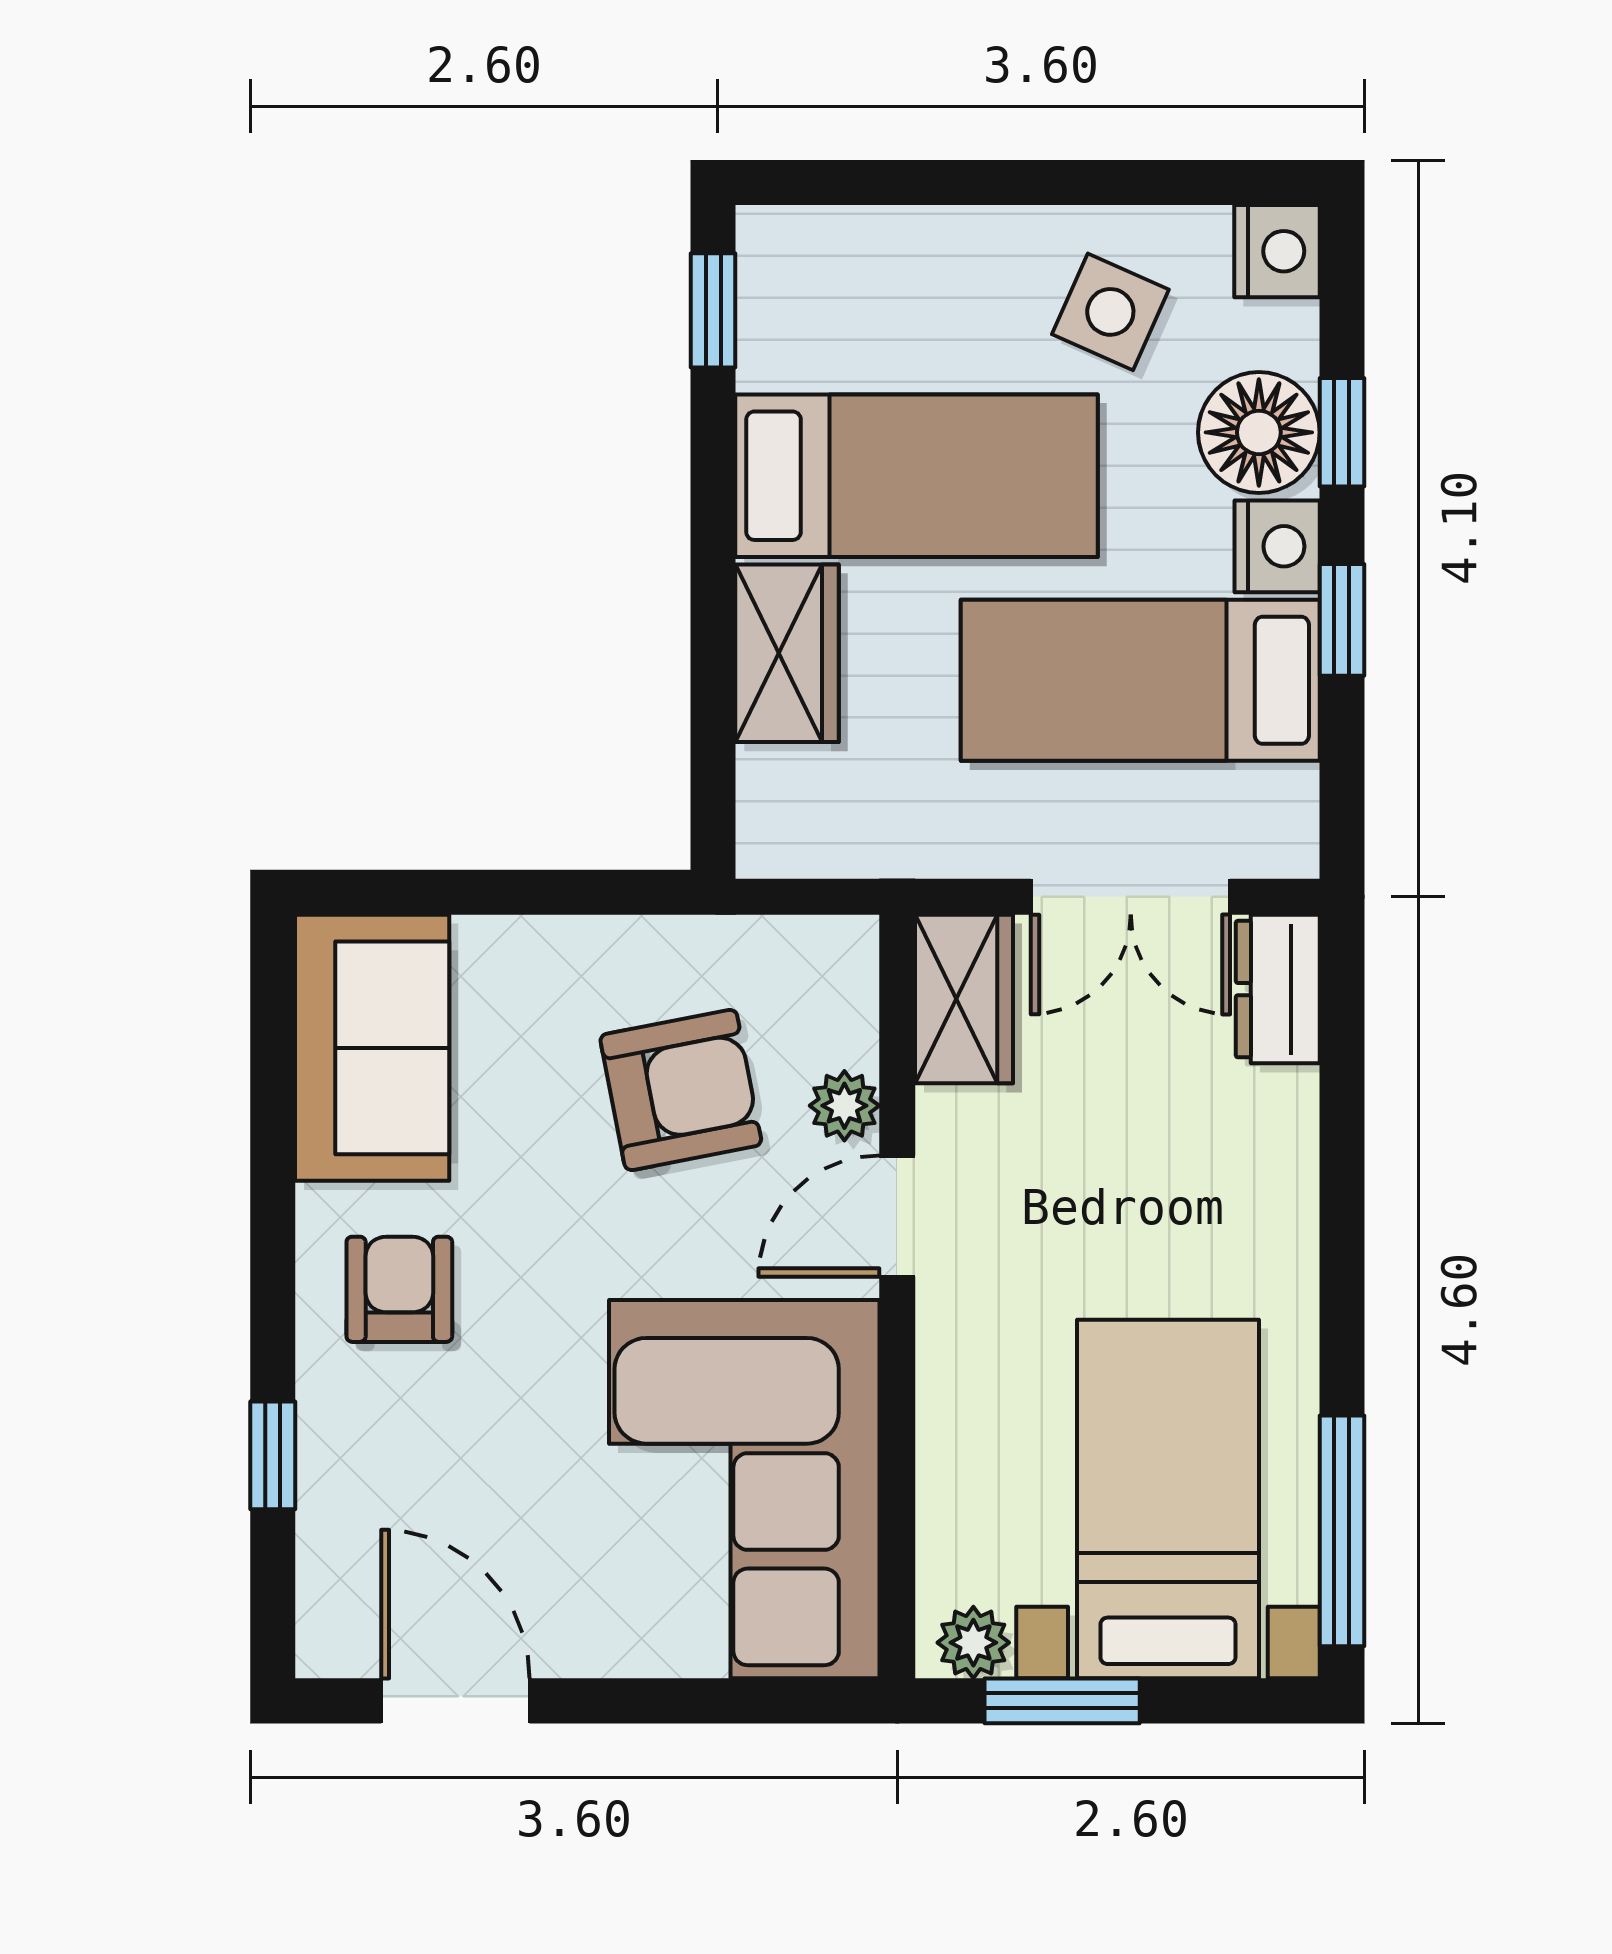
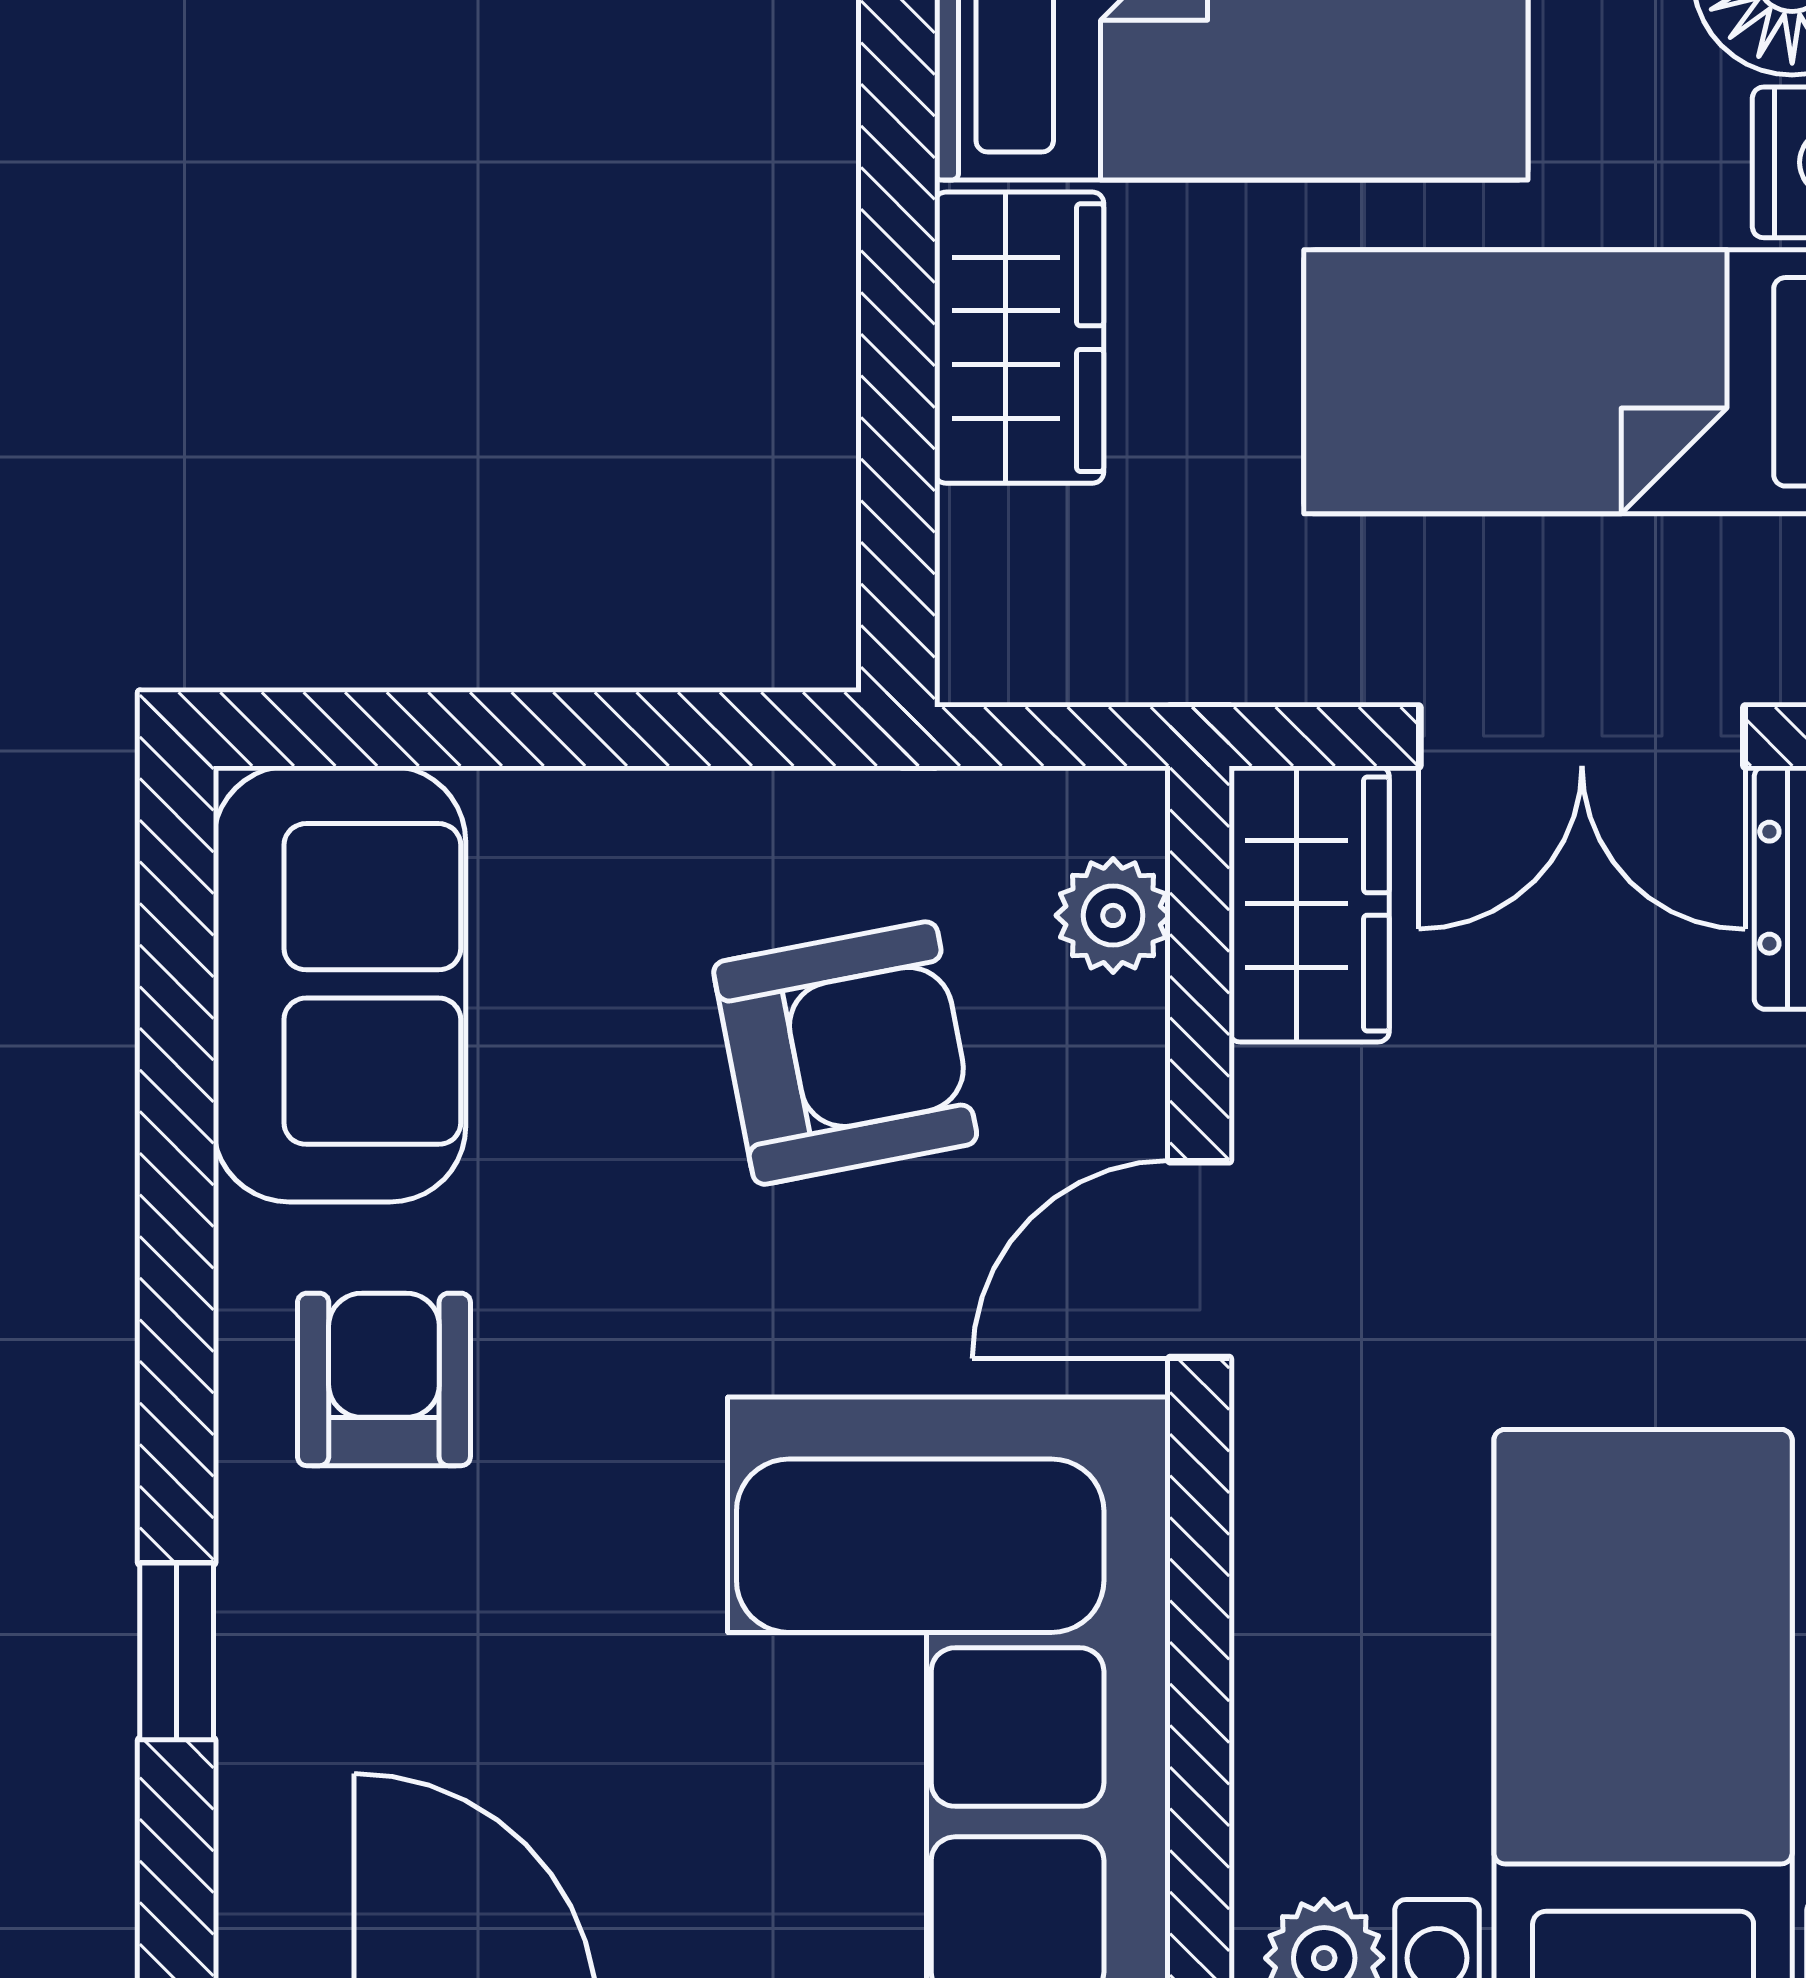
plant: (844, 1106) -> (1113, 915), moved

